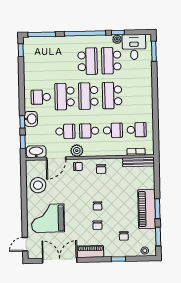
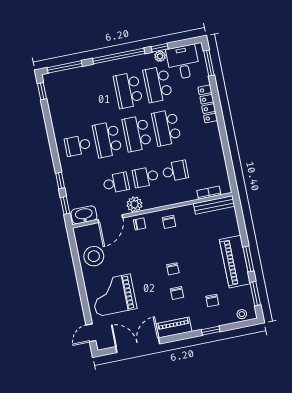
school desk: (88, 61) -> (128, 90), turned 180
locker: (147, 83) -> (208, 104), added
washbasin: (31, 119) -> (70, 175), removed
school desk: (137, 130) -> (205, 165), removed

